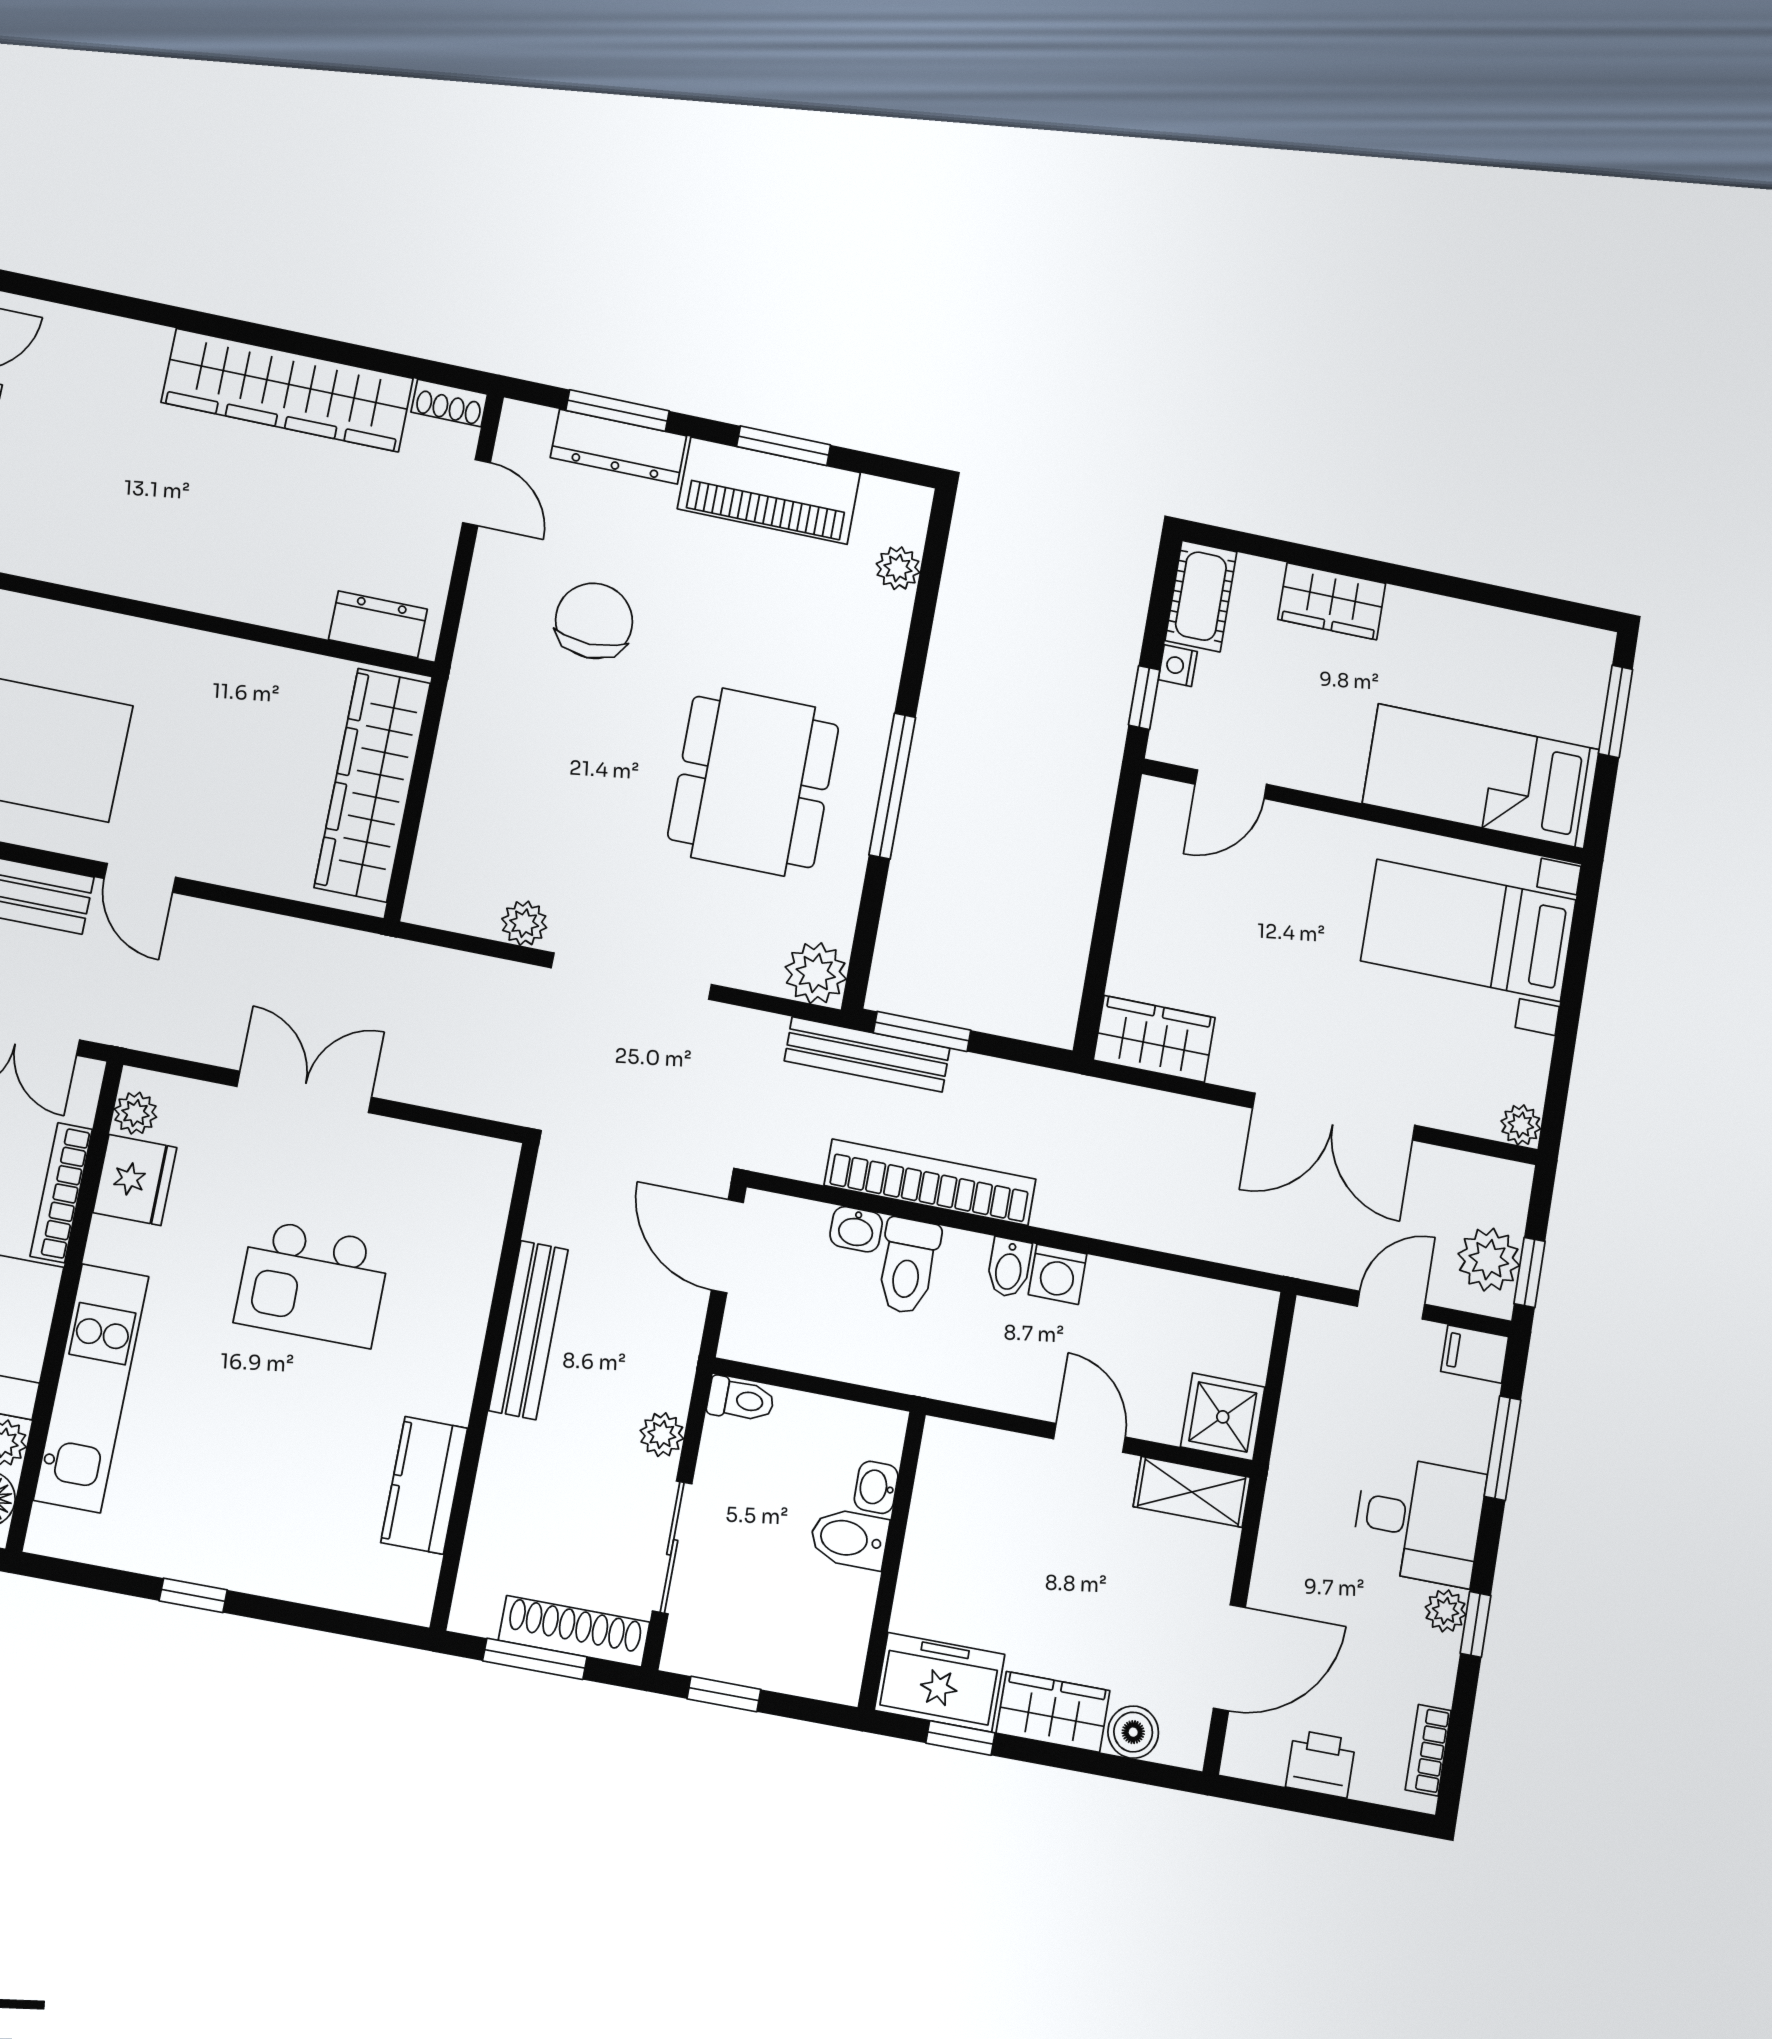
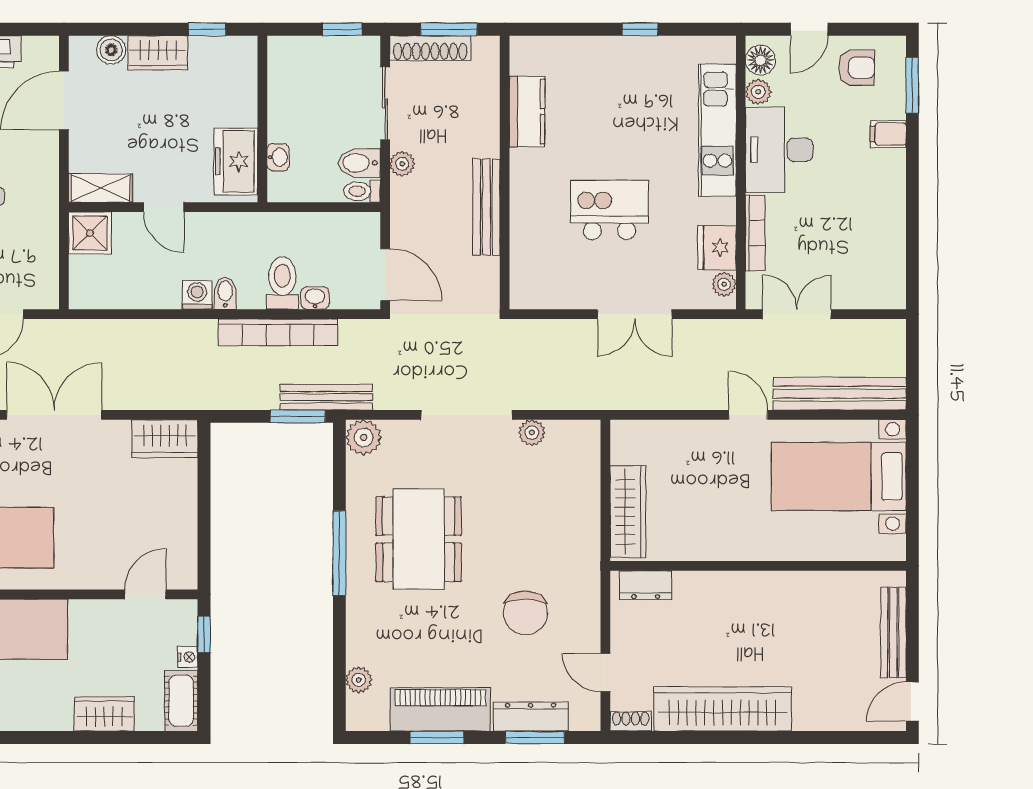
wardrobe: (372, 785) -> (628, 512), width x0.71, depth x0.85
bidet: (849, 1539) -> (359, 163), moved, turned 180
freezer: (940, 1682) -> (236, 161), moved, turned 90

